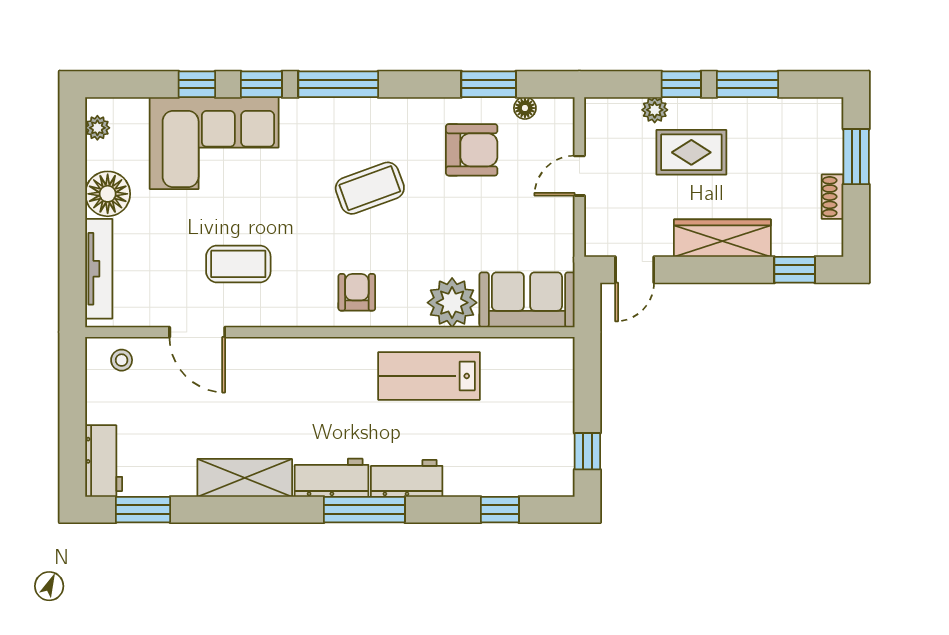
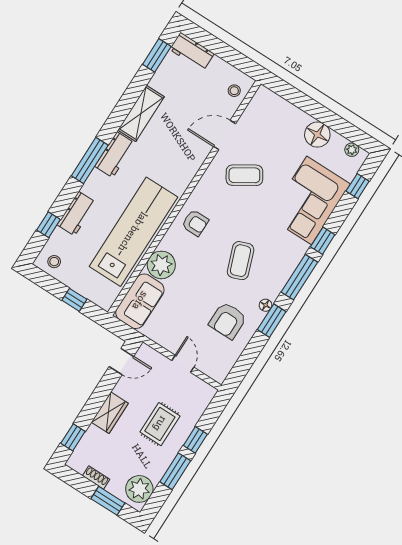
window: (197, 84) -> (358, 186), moved
window: (489, 84) -> (272, 321), moved
floor lamp: (525, 108) -> (266, 305), moved
plant: (655, 110) -> (139, 489), moved, width x1.87, depth x1.87
wardrobe: (722, 238) -> (110, 413), width x0.67
coffee table: (238, 264) -> (244, 175), turned 58
tv unit: (99, 269) -> (285, 108), removed
door: (635, 270) -> (121, 361), swing flipped
lab bench: (429, 376) -> (133, 232), width x1.86, depth x1.39
window: (587, 451) -> (74, 300), moved
stool: (550, 466) -> (54, 262), added
workbench: (407, 478) -> (77, 214), moved

